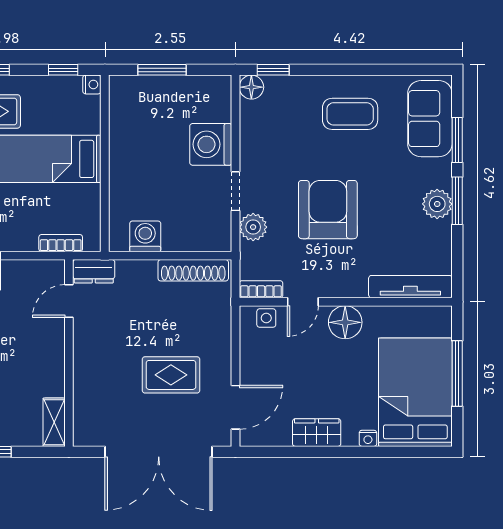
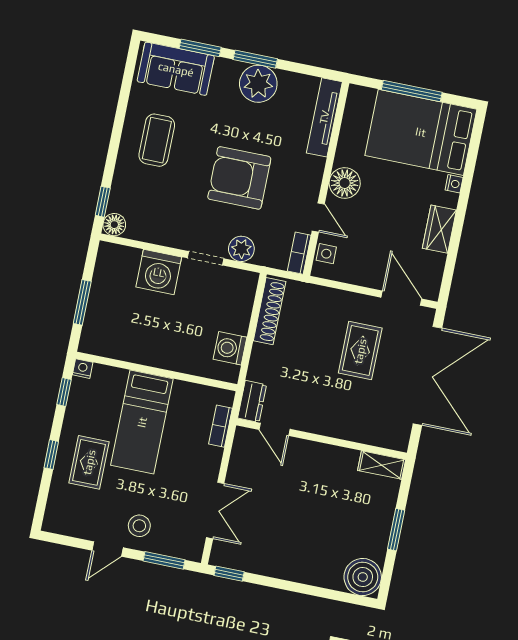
plant: (437, 204) -> (258, 84), width x1.36, depth x1.36

